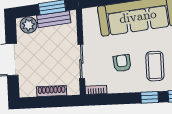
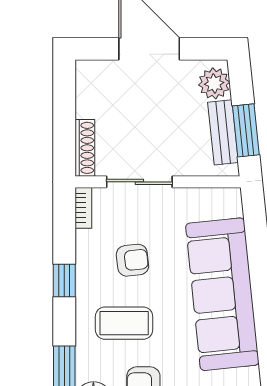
shoe rack: (52, 91) -> (85, 148), moved
window: (150, 97) -> (64, 281), moved

